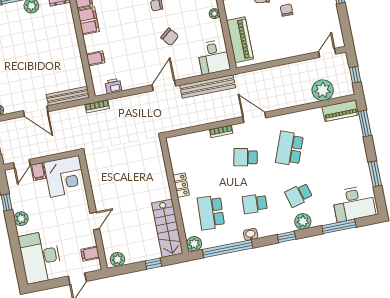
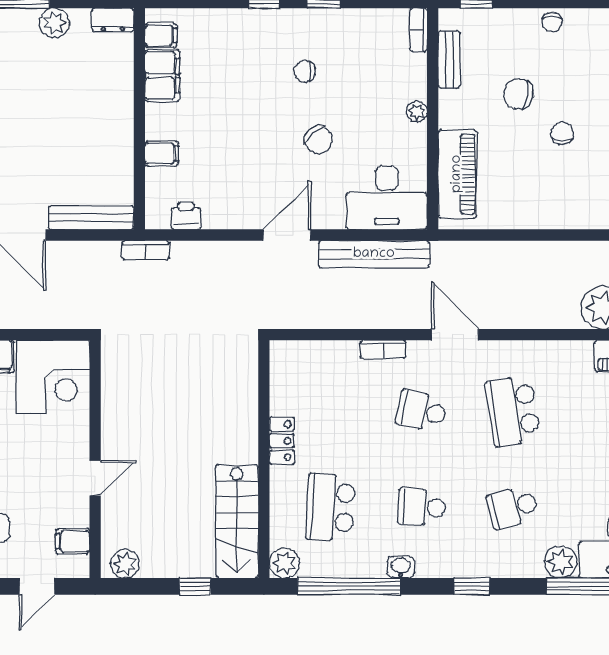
desk: (214, 57) -> (387, 198), width x1.37
school desk: (289, 149) -> (513, 411), turned -30
plant: (303, 221) -> (561, 562), moved

